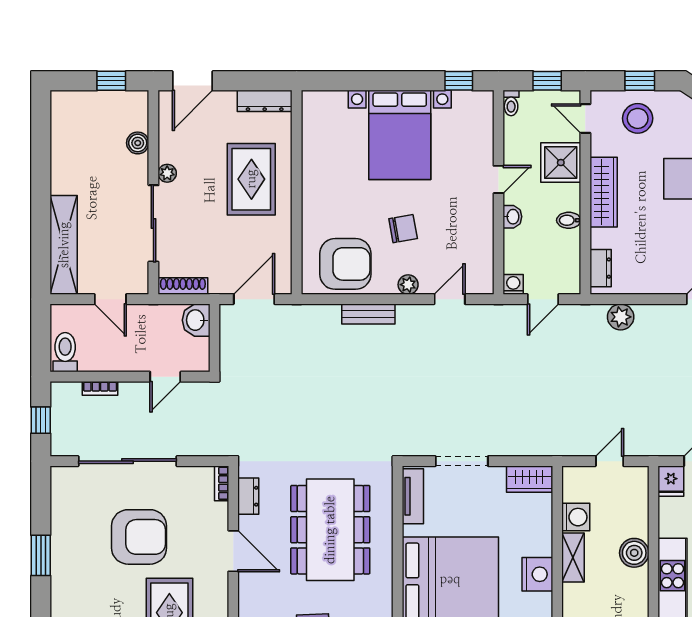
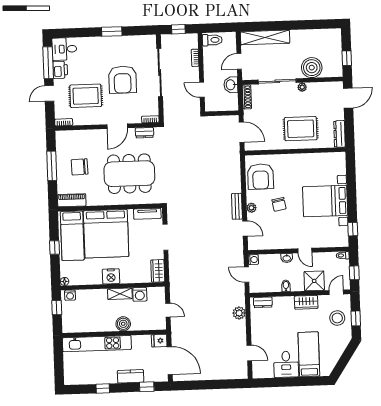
door: (192, 81) -> (348, 98), swing flipped
boiler: (138, 143) -> (312, 68), width x1.86, depth x1.86
wardrobe: (604, 192) -> (306, 302), width x0.67
bench: (368, 314) -> (237, 206), moved
washbasin: (196, 320) -> (231, 85), moved, turned -90

